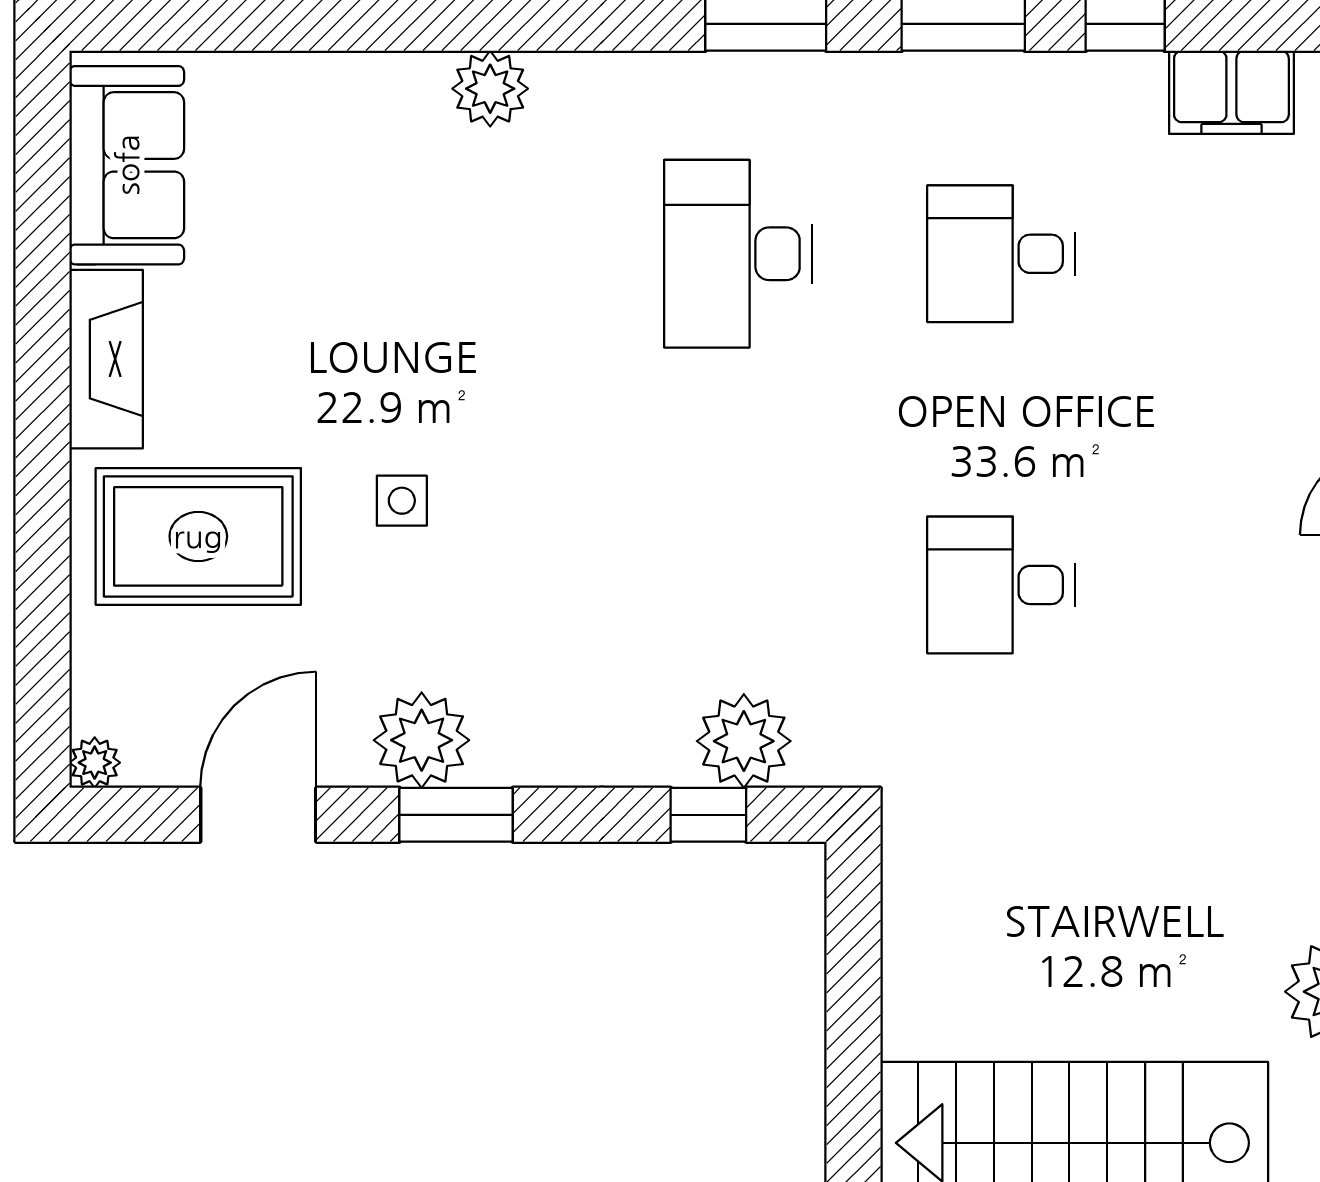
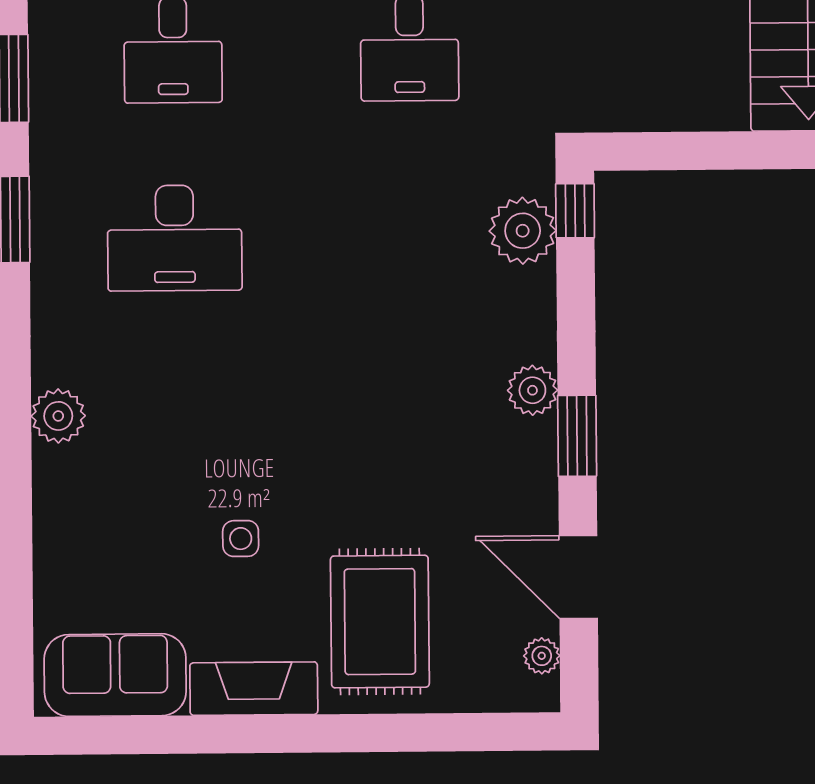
side table: (402, 501) -> (241, 539), moved
plant: (422, 740) -> (532, 390), moved, width x0.73, depth x0.73
plant: (95, 763) -> (542, 656), moved
window: (708, 815) -> (575, 211), moved

